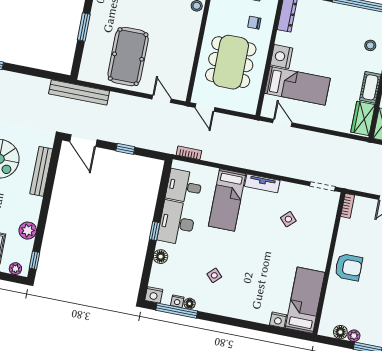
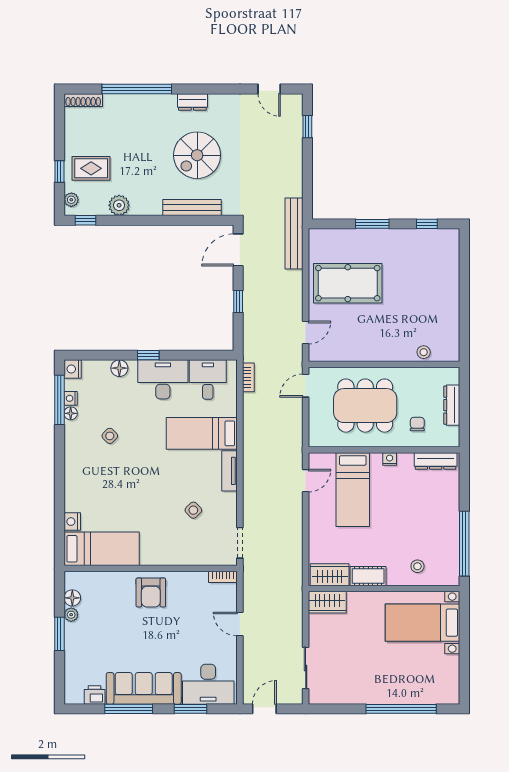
nightstand: (281, 57) -> (390, 459), width x0.53, depth x0.56

